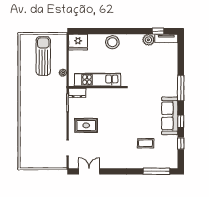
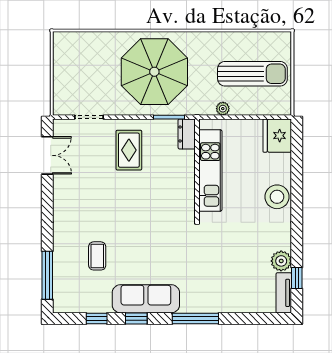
parasol: (42, 111) -> (154, 72), added

